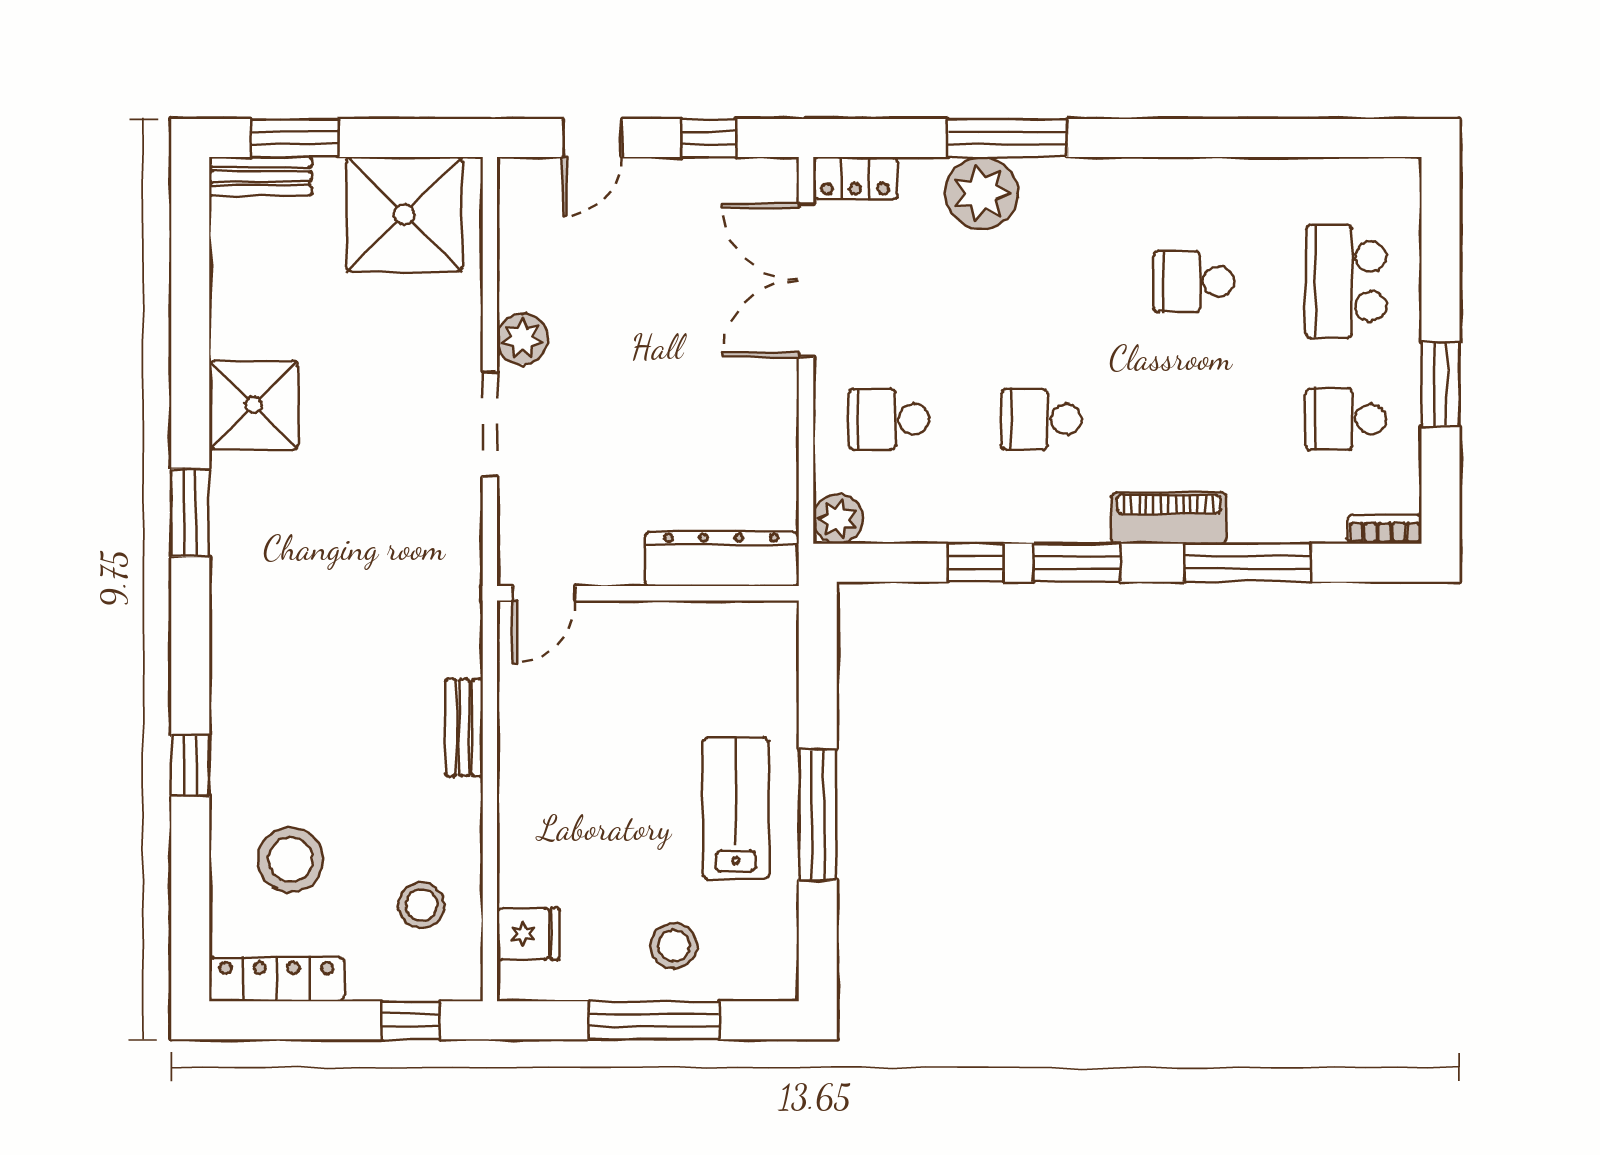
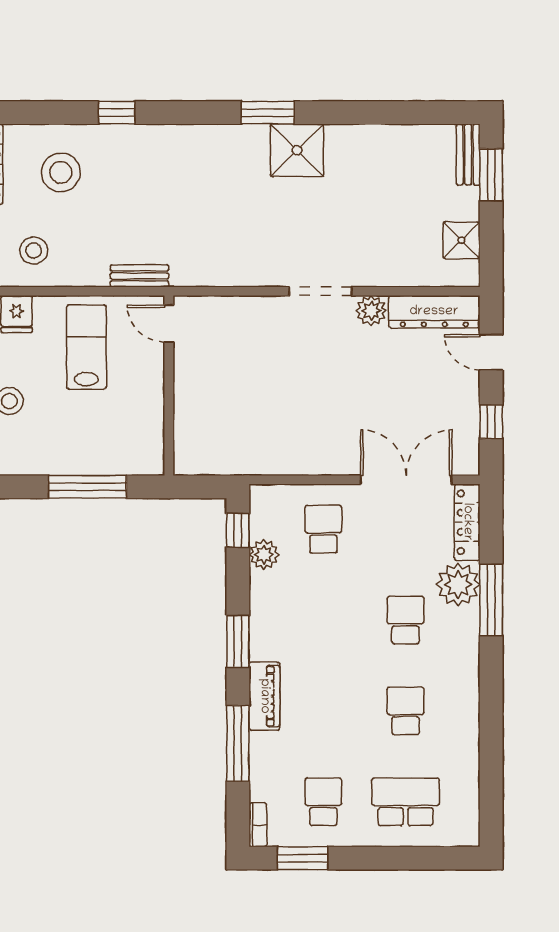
locker: (855, 178) -> (467, 522), width x1.53
shower: (404, 214) -> (461, 240), width x0.54, depth x0.54
window: (1441, 384) -> (303, 858), moved
shower: (253, 405) -> (297, 150), moved
school desk: (1041, 419) -> (406, 620), moved
plant: (838, 519) -> (264, 555), moved
dresser: (721, 559) -> (434, 312), moved, turned 90
window: (975, 563) -> (238, 530), moved
door: (544, 593) -> (169, 324), moved
wall: (648, 593) -> (169, 386), moved
lab bench: (736, 808) -> (86, 347), moved, turned -90

